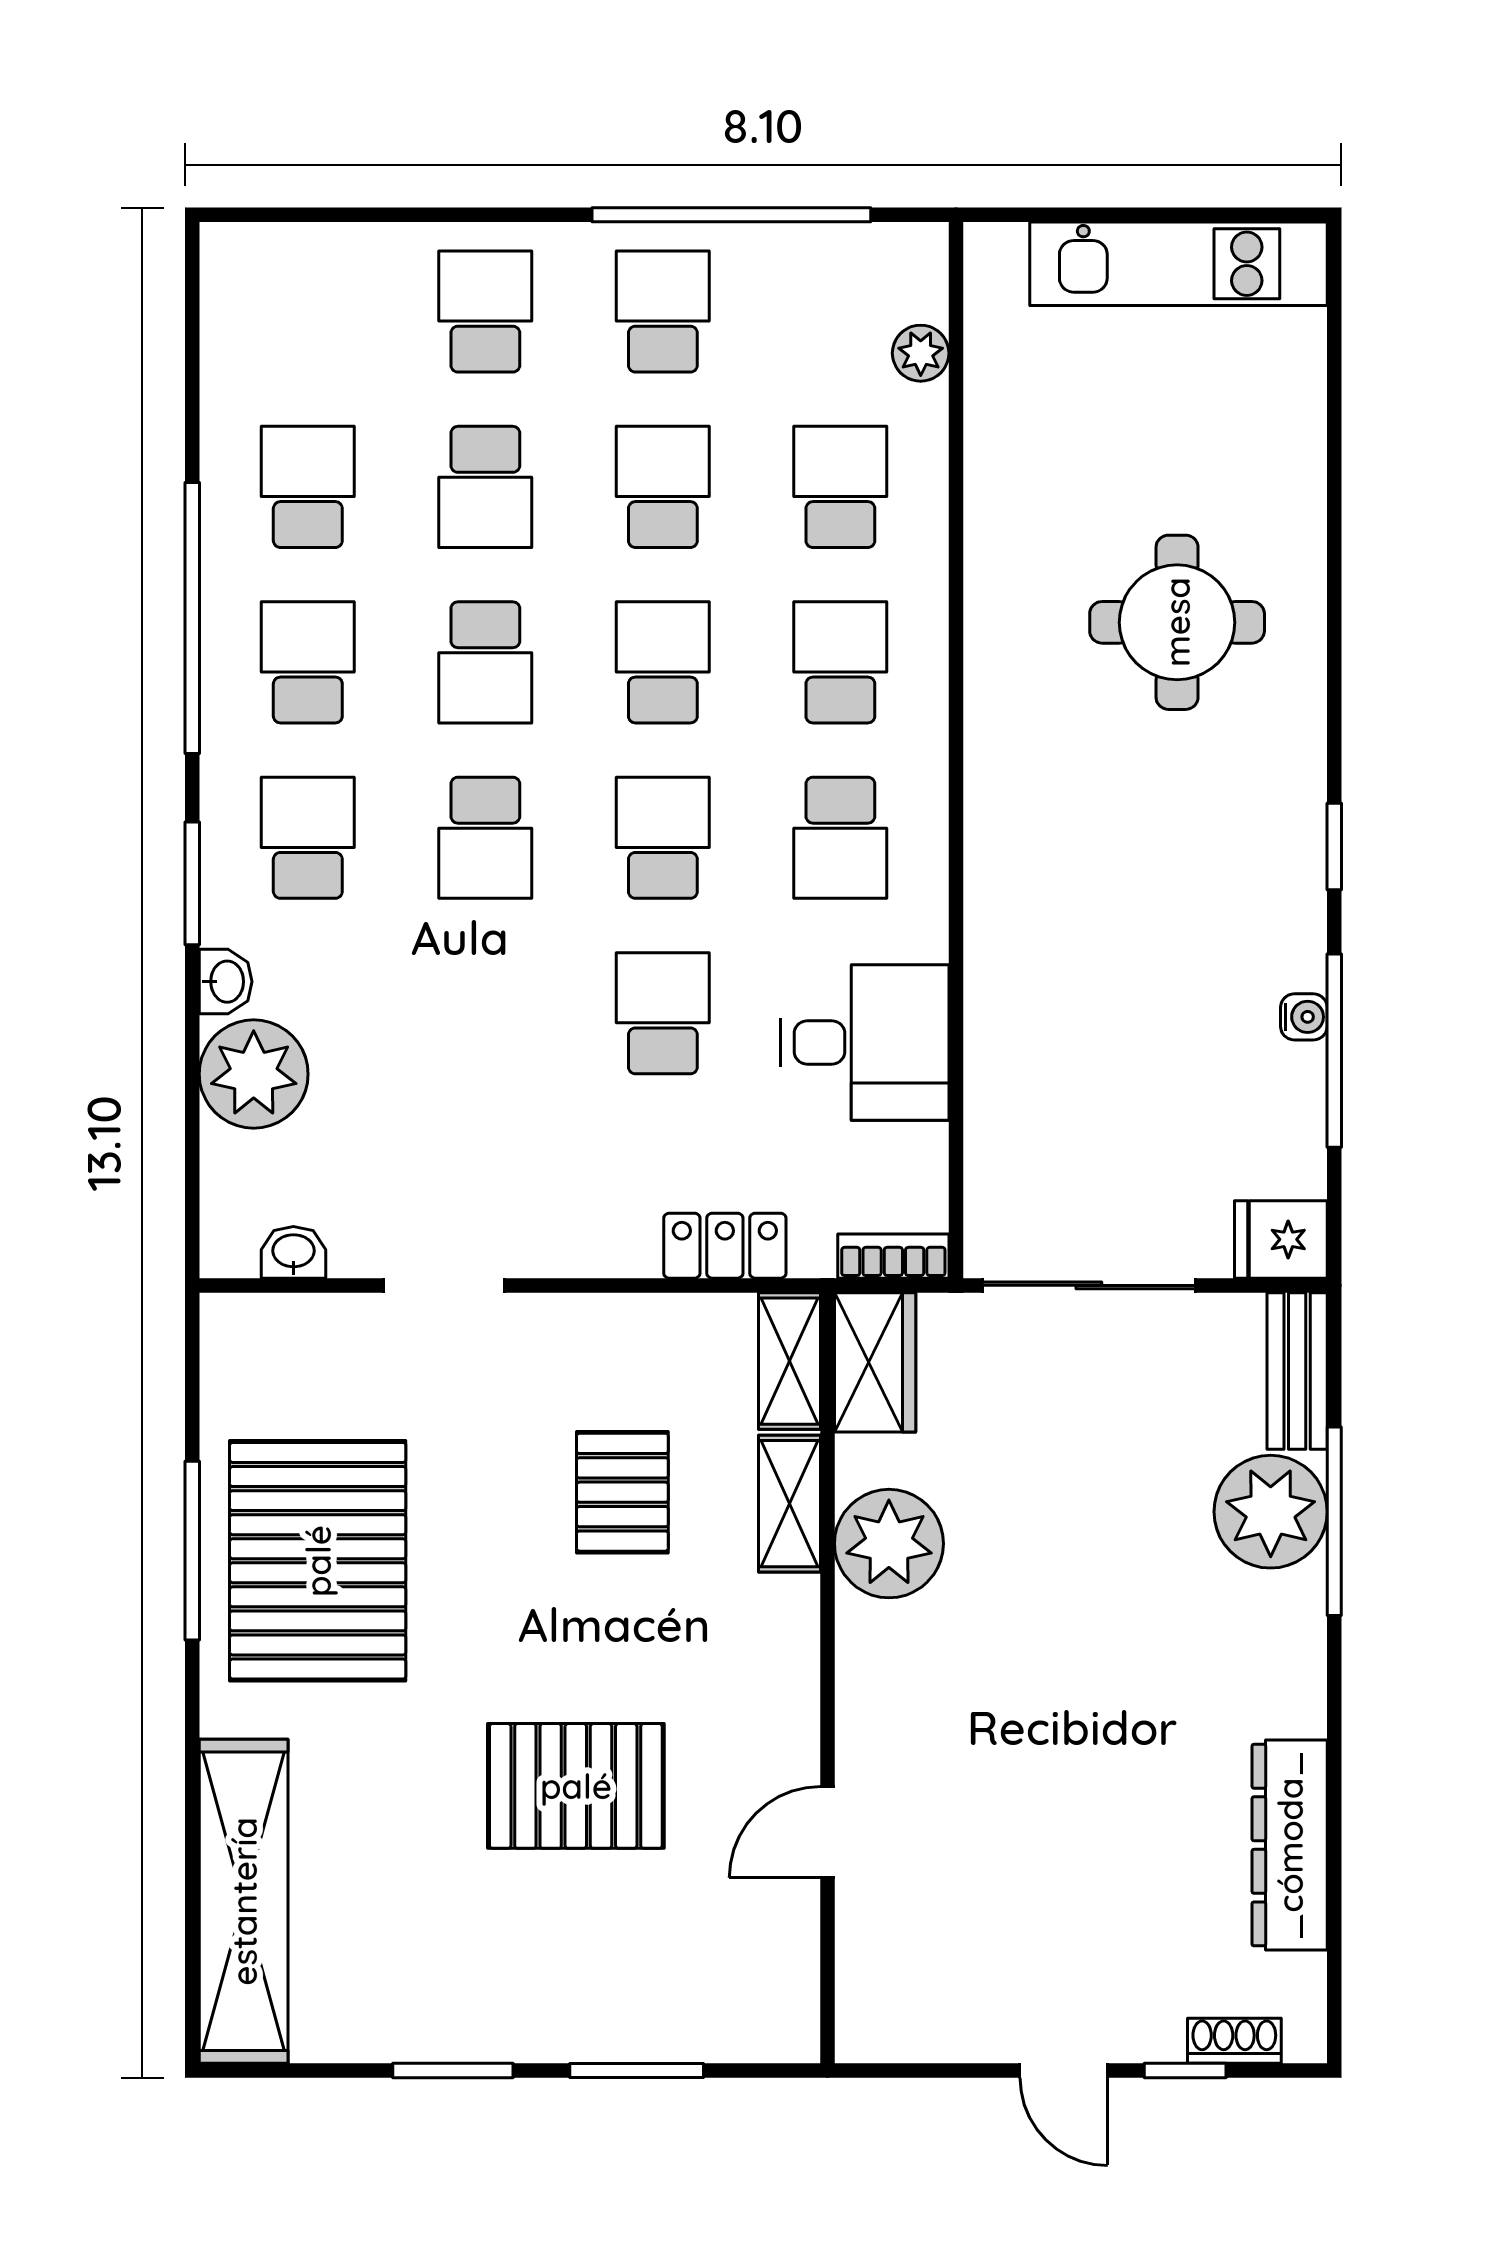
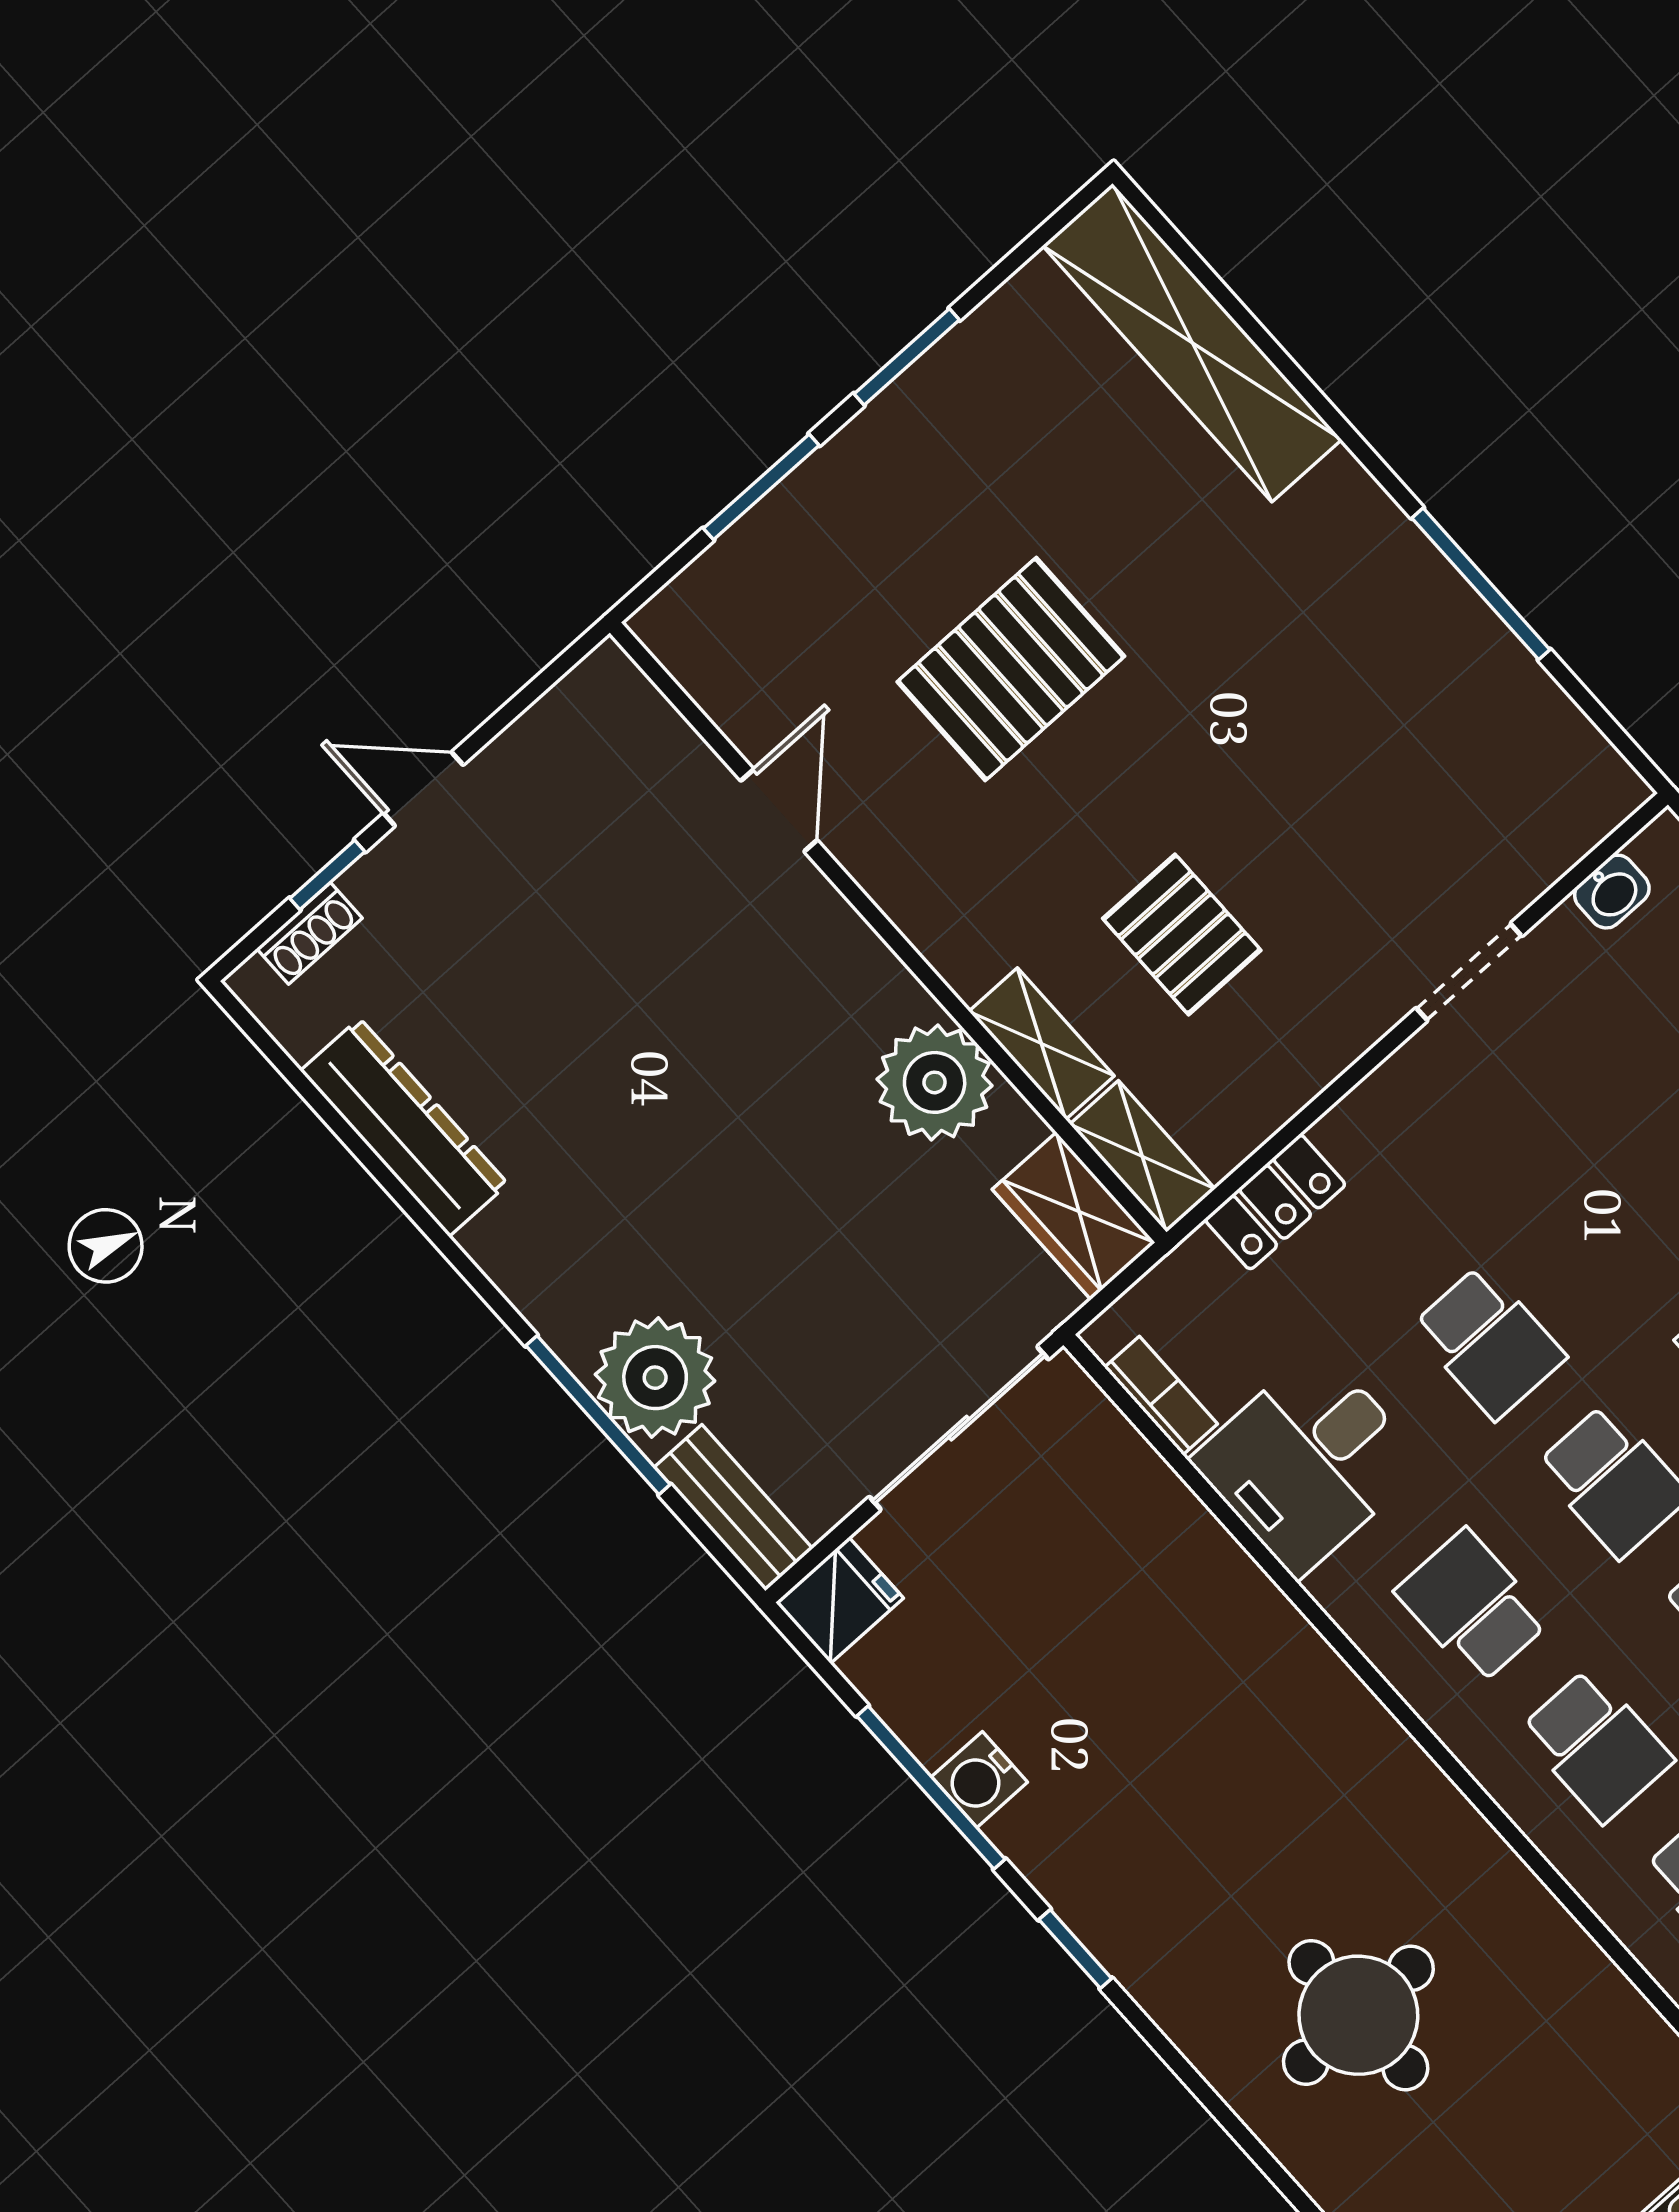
water cooler: (1304, 1017) -> (980, 1779), width x1.38, depth x1.38
bookcase: (893, 1256) -> (1161, 1396), moved, turned -90
pallet: (318, 1561) -> (1374, 665), removed

